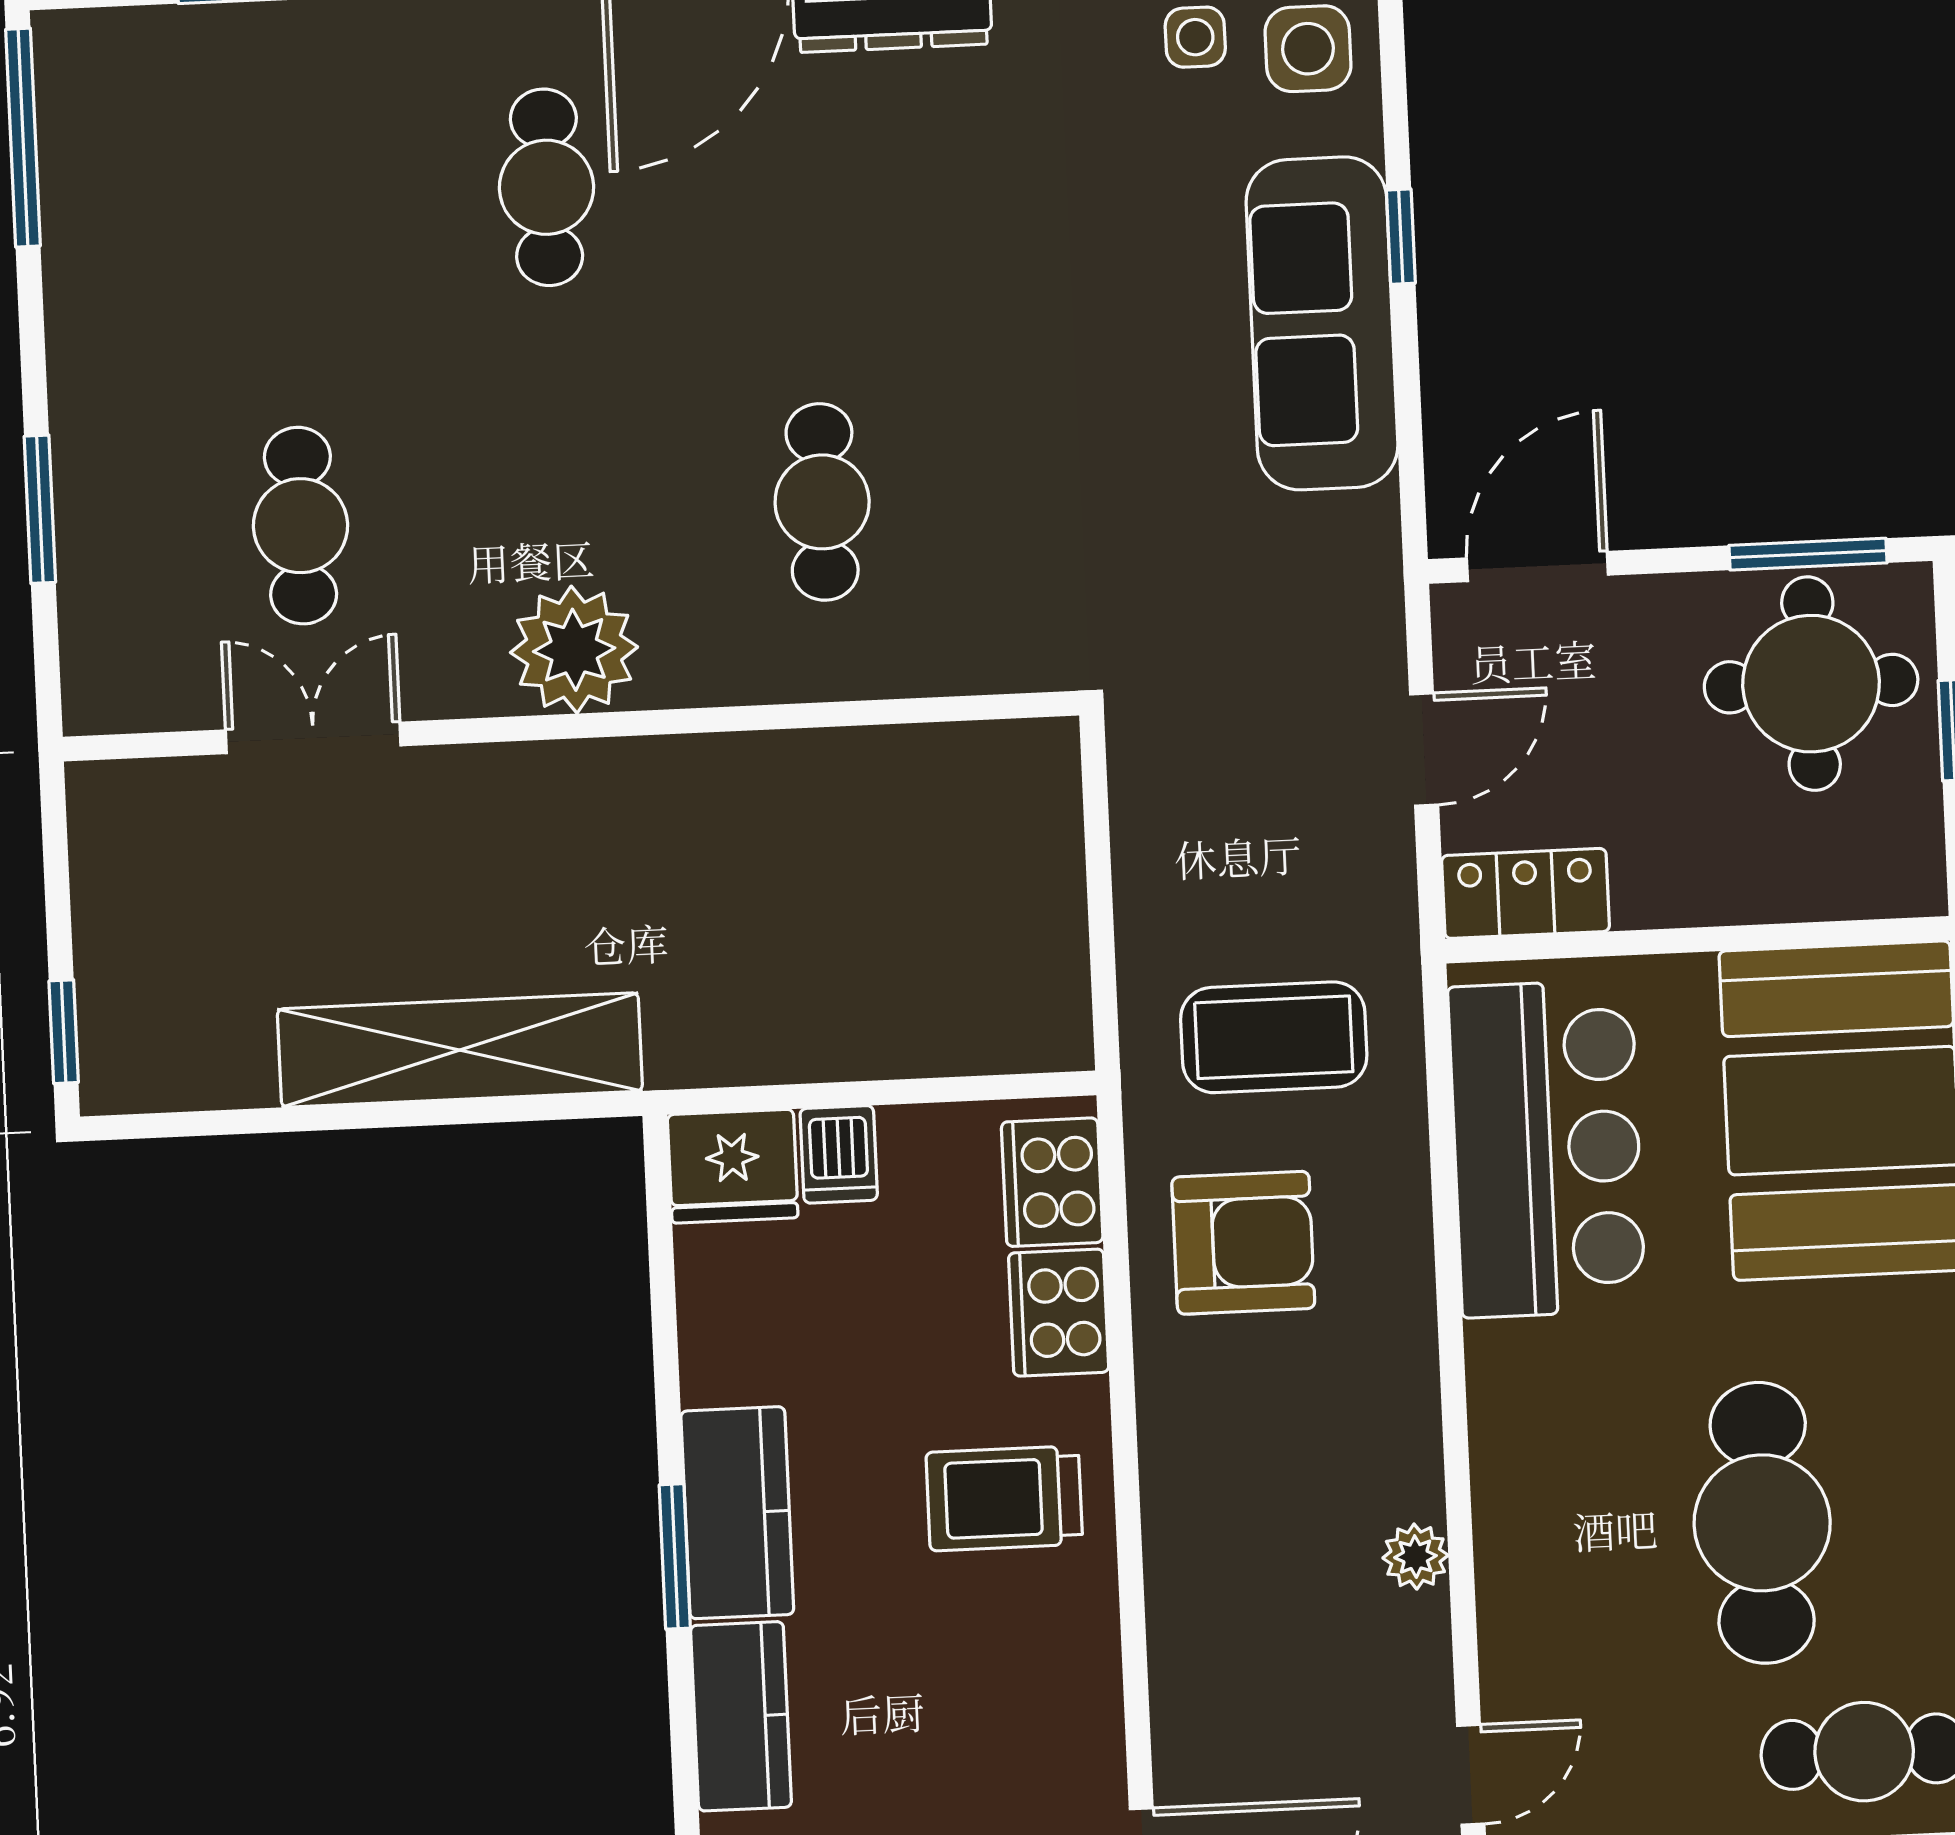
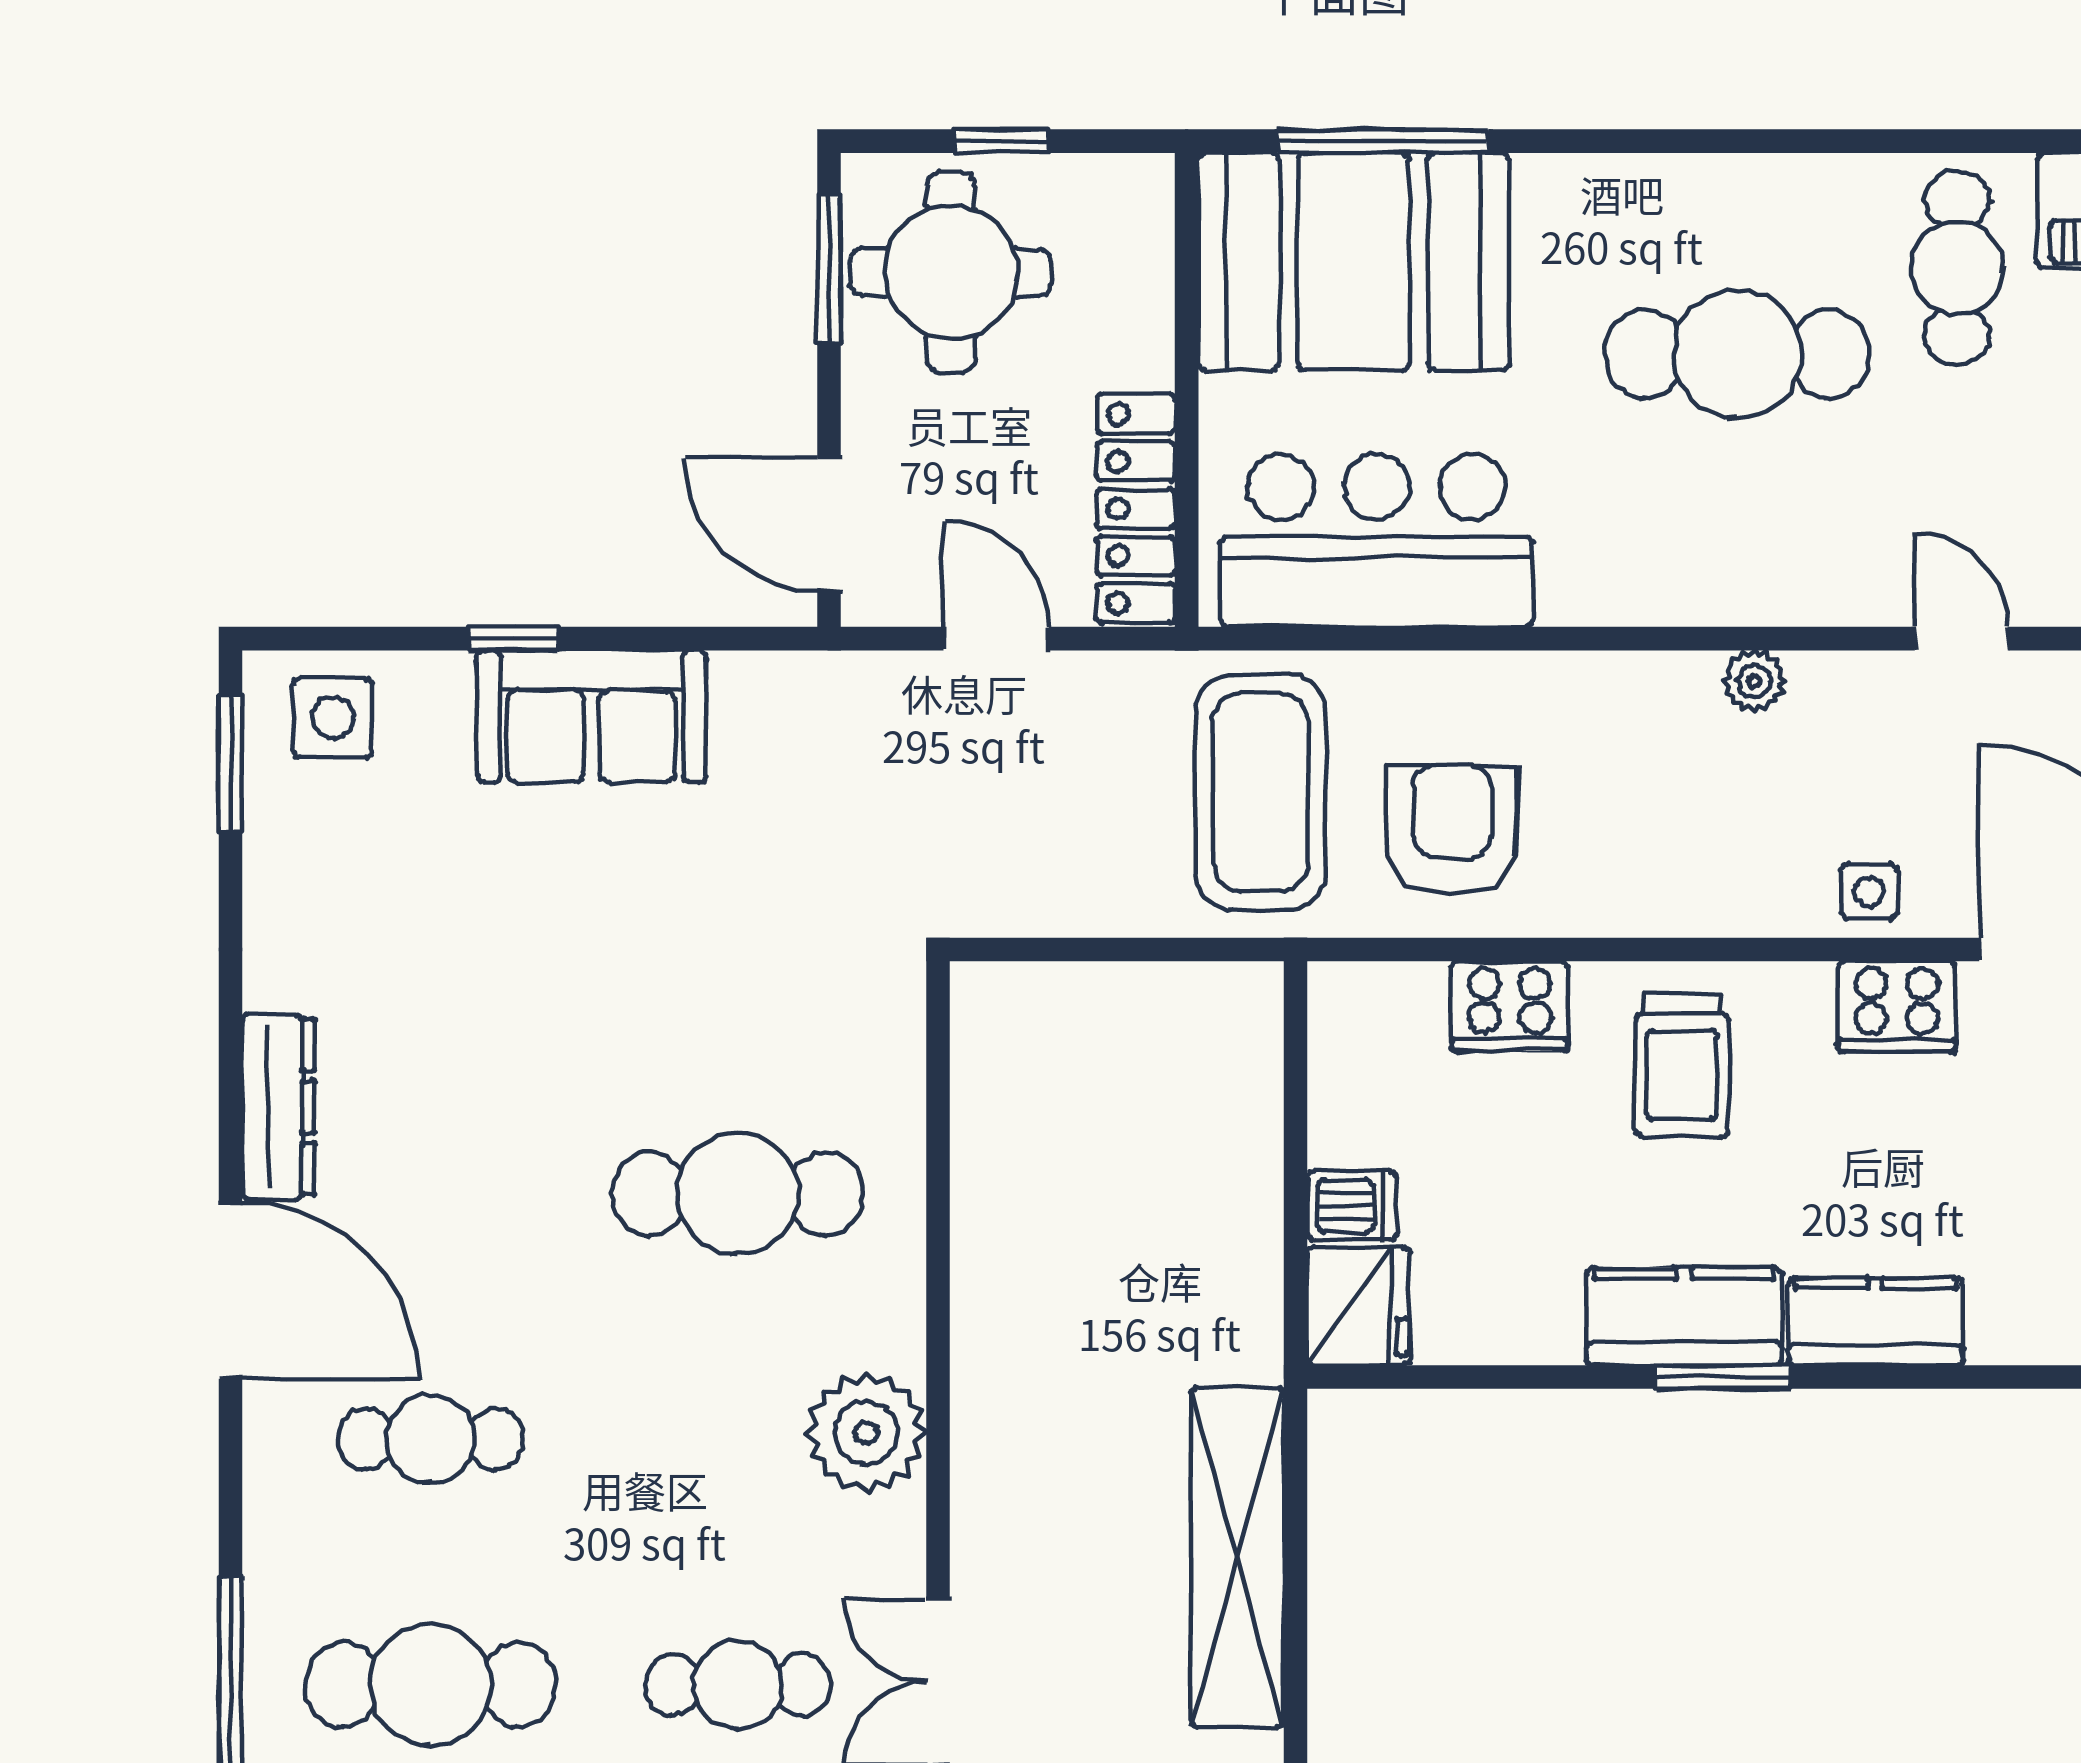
side table: (1195, 37) -> (1869, 892), moved
cafe table: (286, 199) -> (431, 1685), added
sofa: (1322, 323) -> (592, 716), width x0.73
cafe table: (822, 502) -> (738, 1194), width x1.37, depth x1.35
locker: (1525, 893) -> (1136, 509), width x1.53
coffee table: (1274, 1037) -> (1260, 792), width x1.36, depth x1.32
cooker: (1052, 1182) -> (1897, 1007), moved

